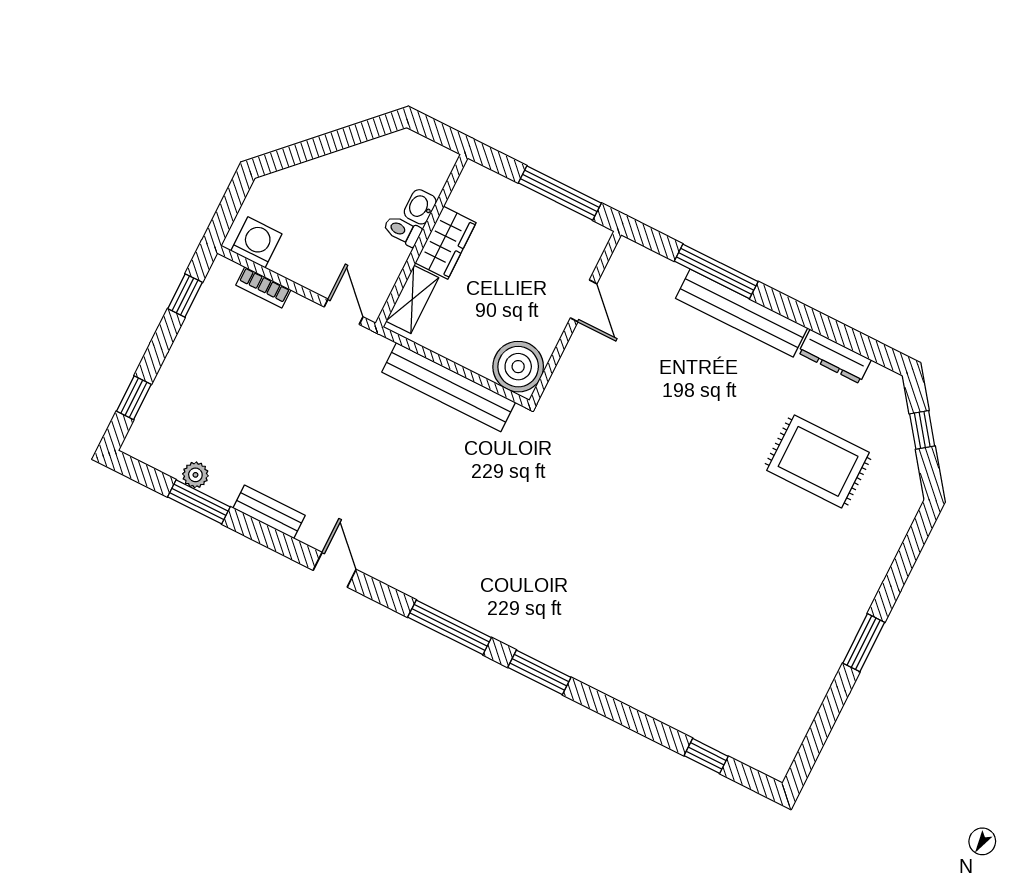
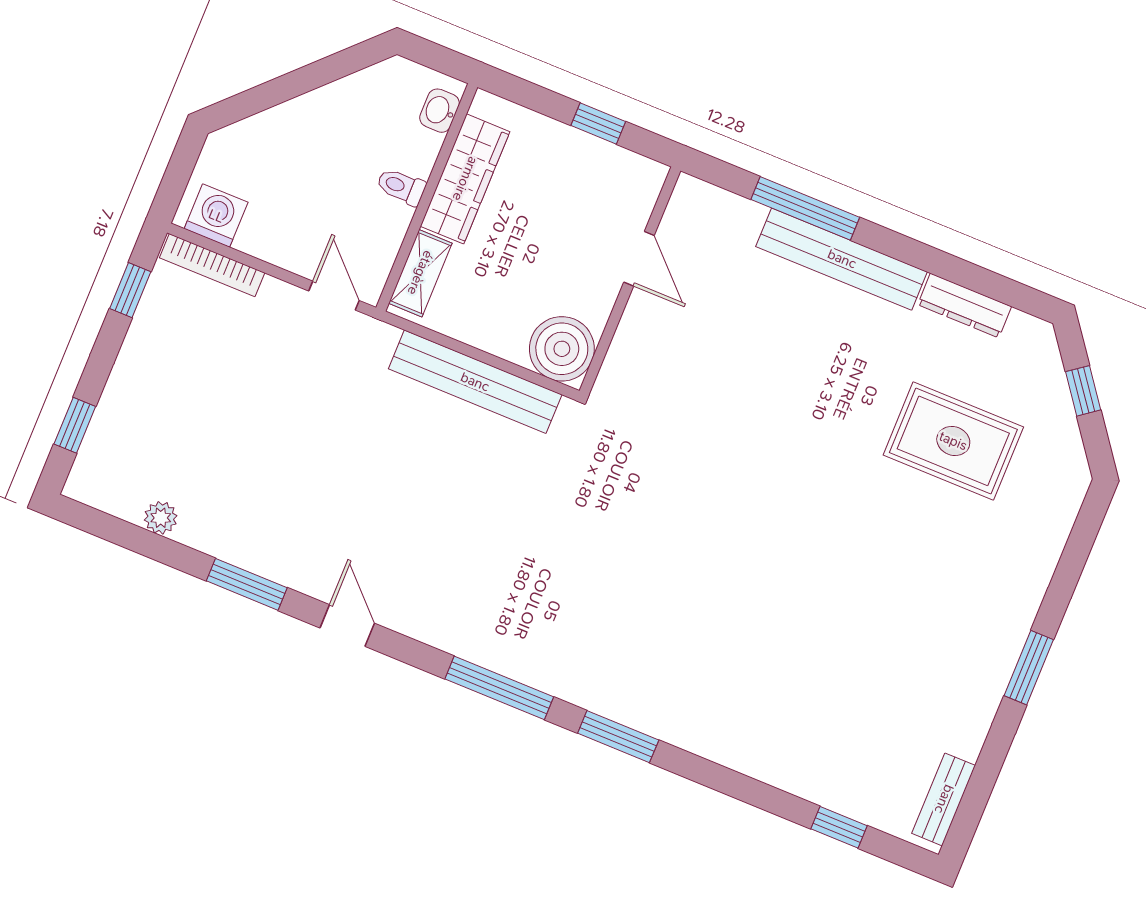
window: (560, 193) -> (598, 123), width x0.46
washbasin: (420, 207) -> (440, 111), moved
wardrobe: (446, 243) -> (465, 179), width x1.50
bookcase: (263, 287) -> (212, 265), width x1.56
window: (199, 502) -> (247, 584), moved
bench: (269, 512) -> (944, 799), moved, turned 90

